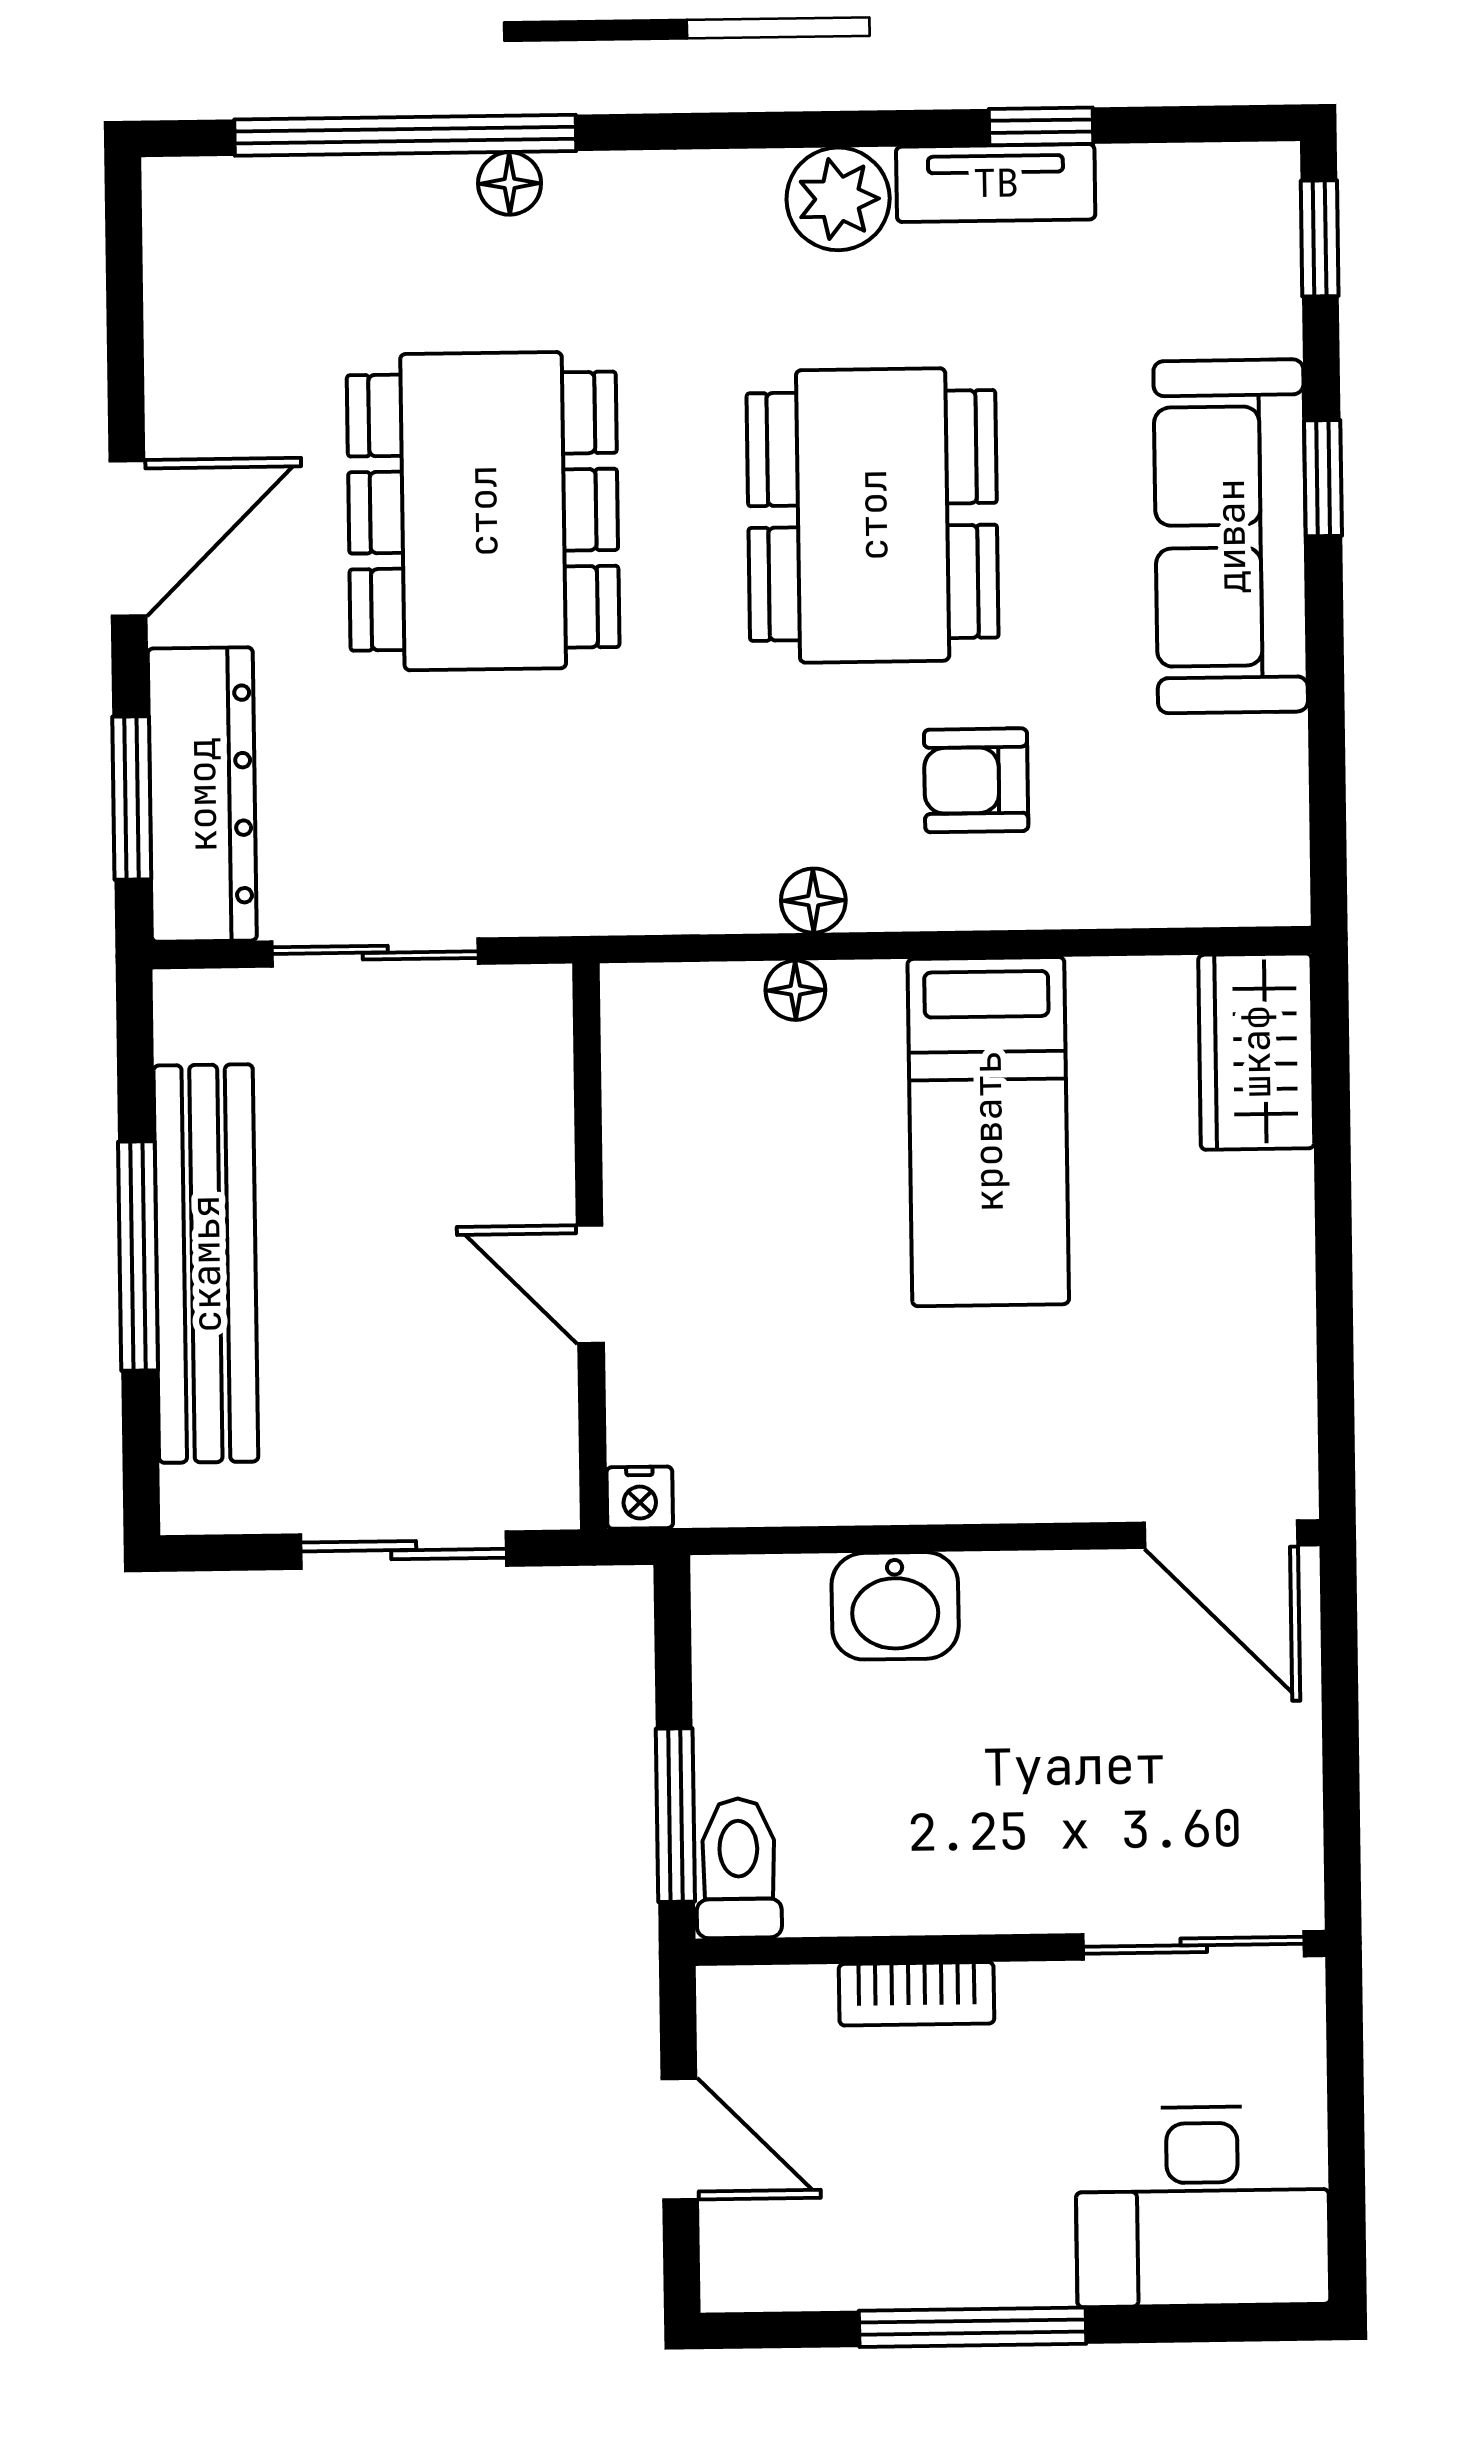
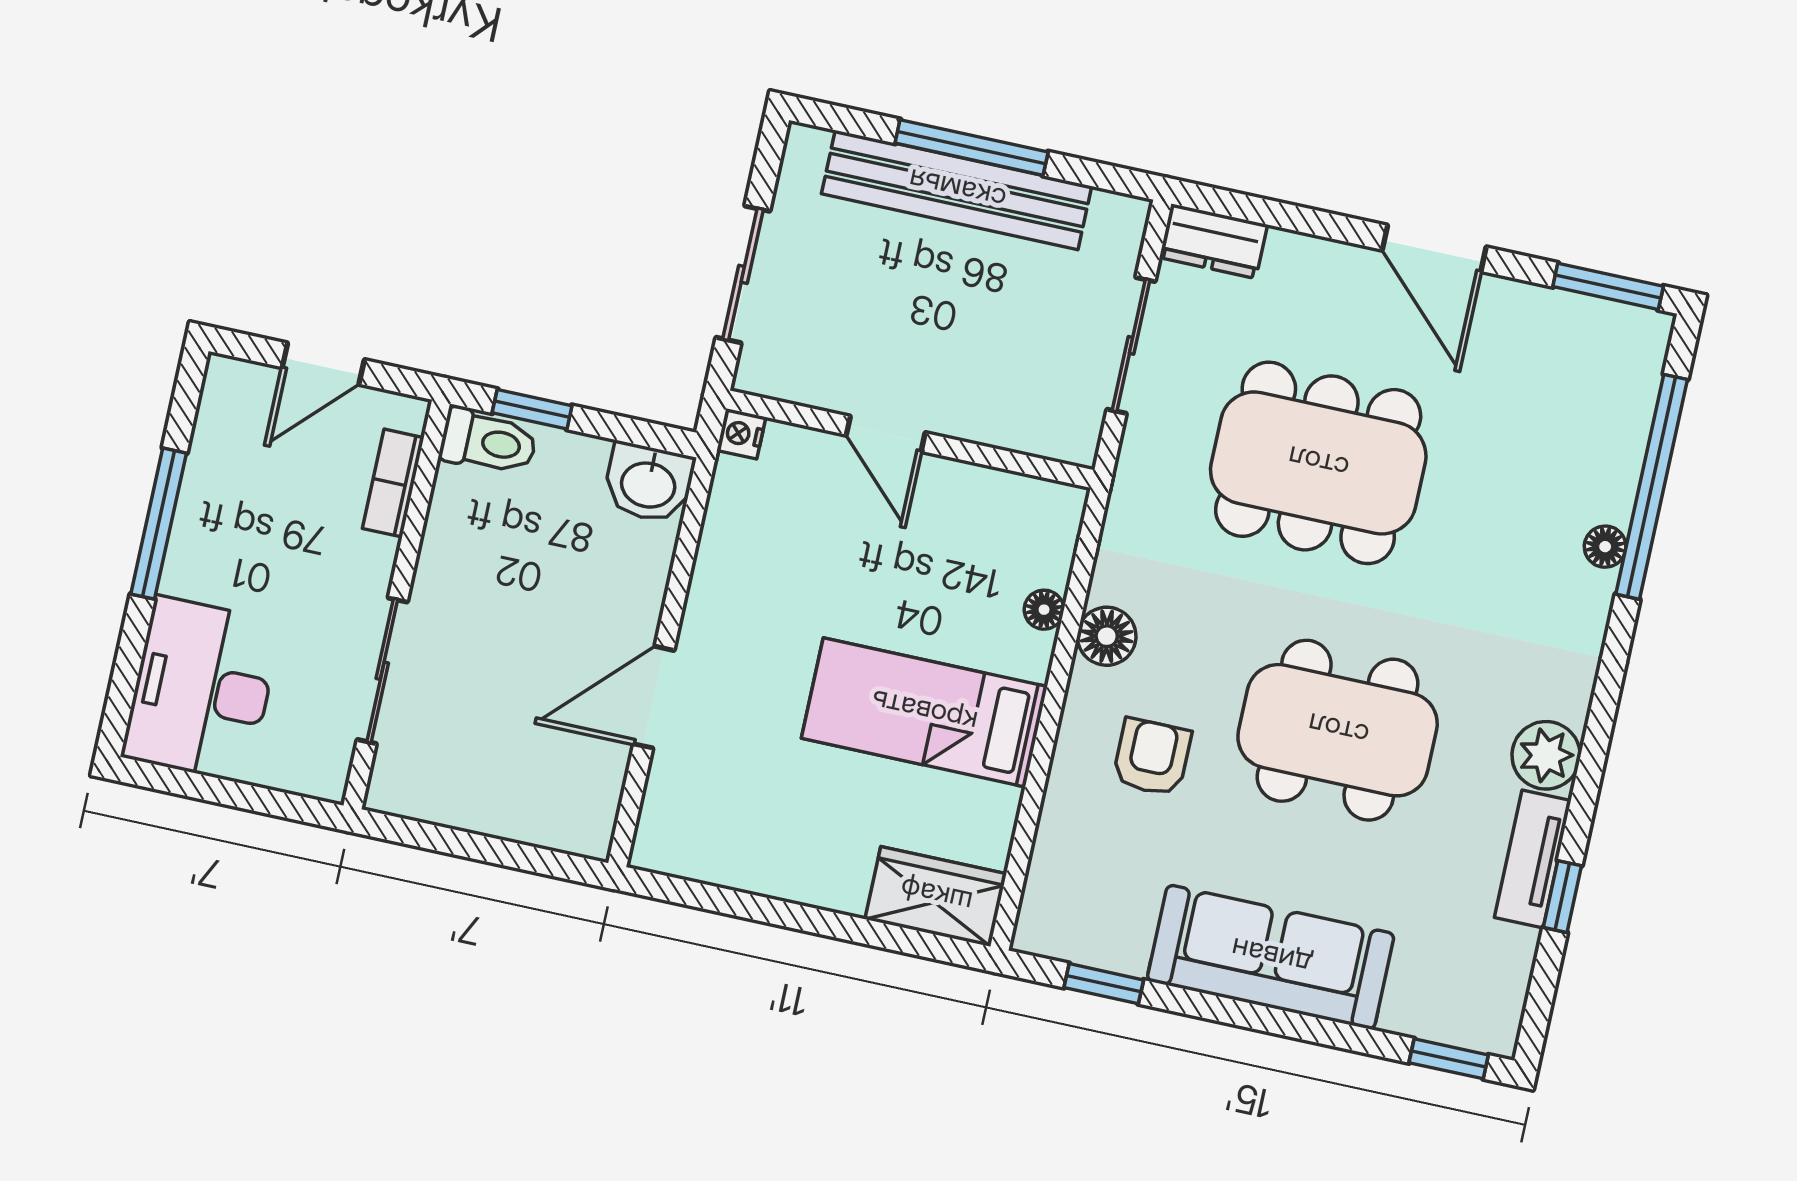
window: (1323, 478) -> (1104, 984), moved
dining table: (483, 511) -> (1318, 463), moved
dresser: (202, 795) -> (1214, 241), width x0.51, depth x0.80
window: (132, 798) -> (1608, 286), moved
floor lamp: (813, 901) -> (1107, 636), width x1.37, depth x1.37
door: (590, 1284) -> (886, 434), swing flipped
door: (1221, 1534) -> (654, 697), moved
washbasin: (895, 1606) -> (649, 483), moved, turned -90
window: (675, 1815) -> (532, 409), width x0.67
sliding door: (1194, 1945) -> (382, 671), moved
bookcase: (916, 1994) -> (393, 483), moved

